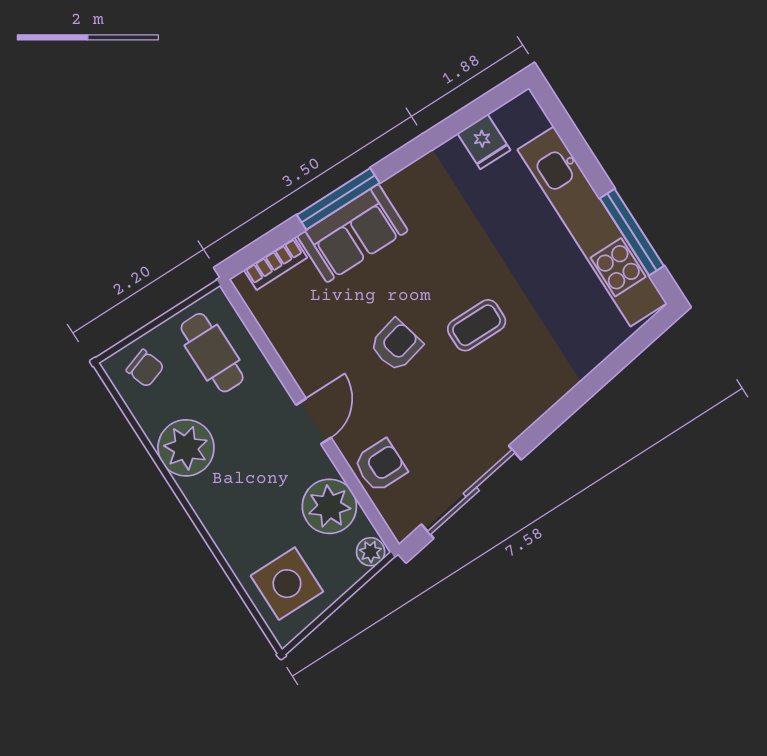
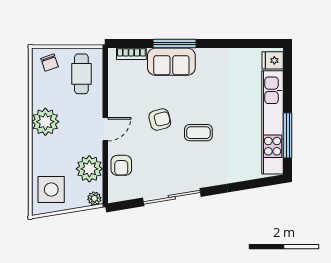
fridge: (484, 142) -> (273, 60), moved, turned 90
plant: (186, 448) -> (45, 122), moved
armchair: (380, 466) -> (121, 165), turned 90
sliding door: (471, 492) -> (172, 197), moved

